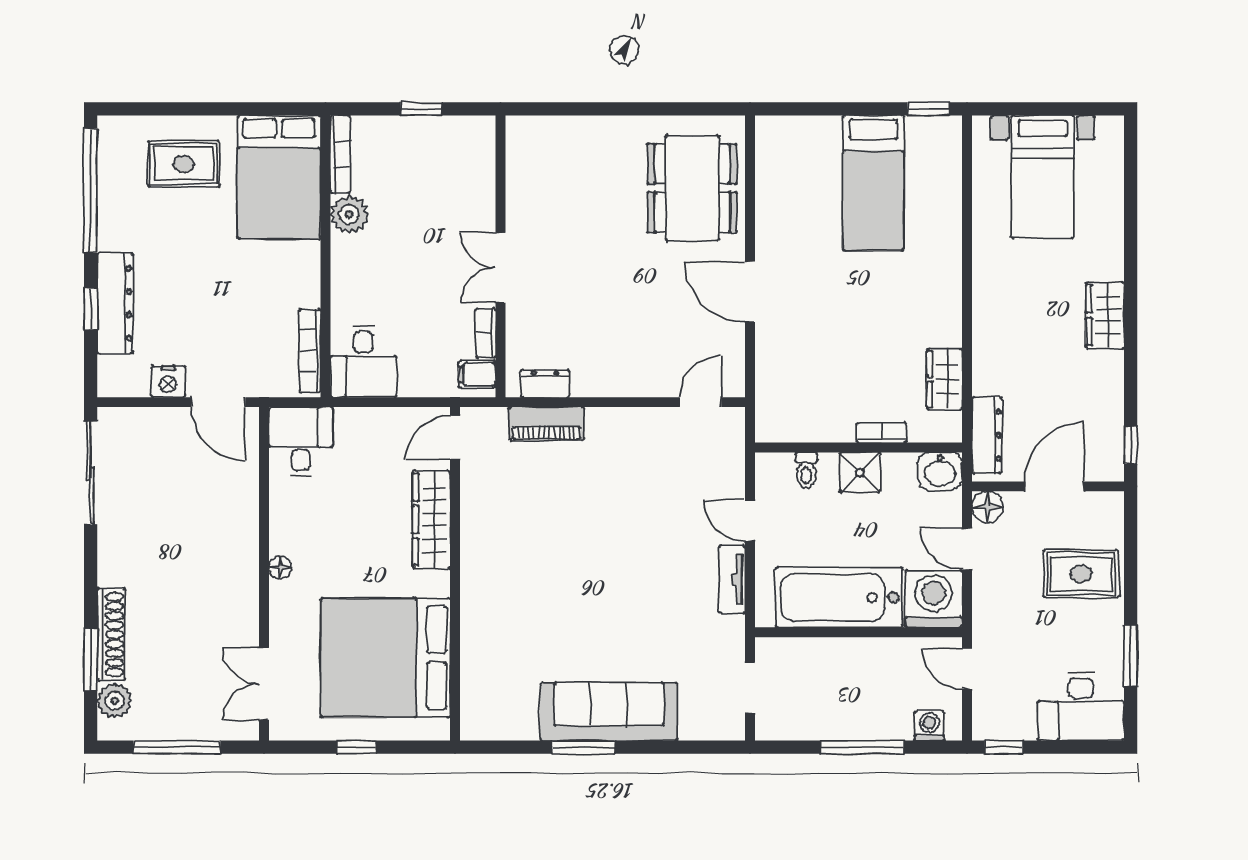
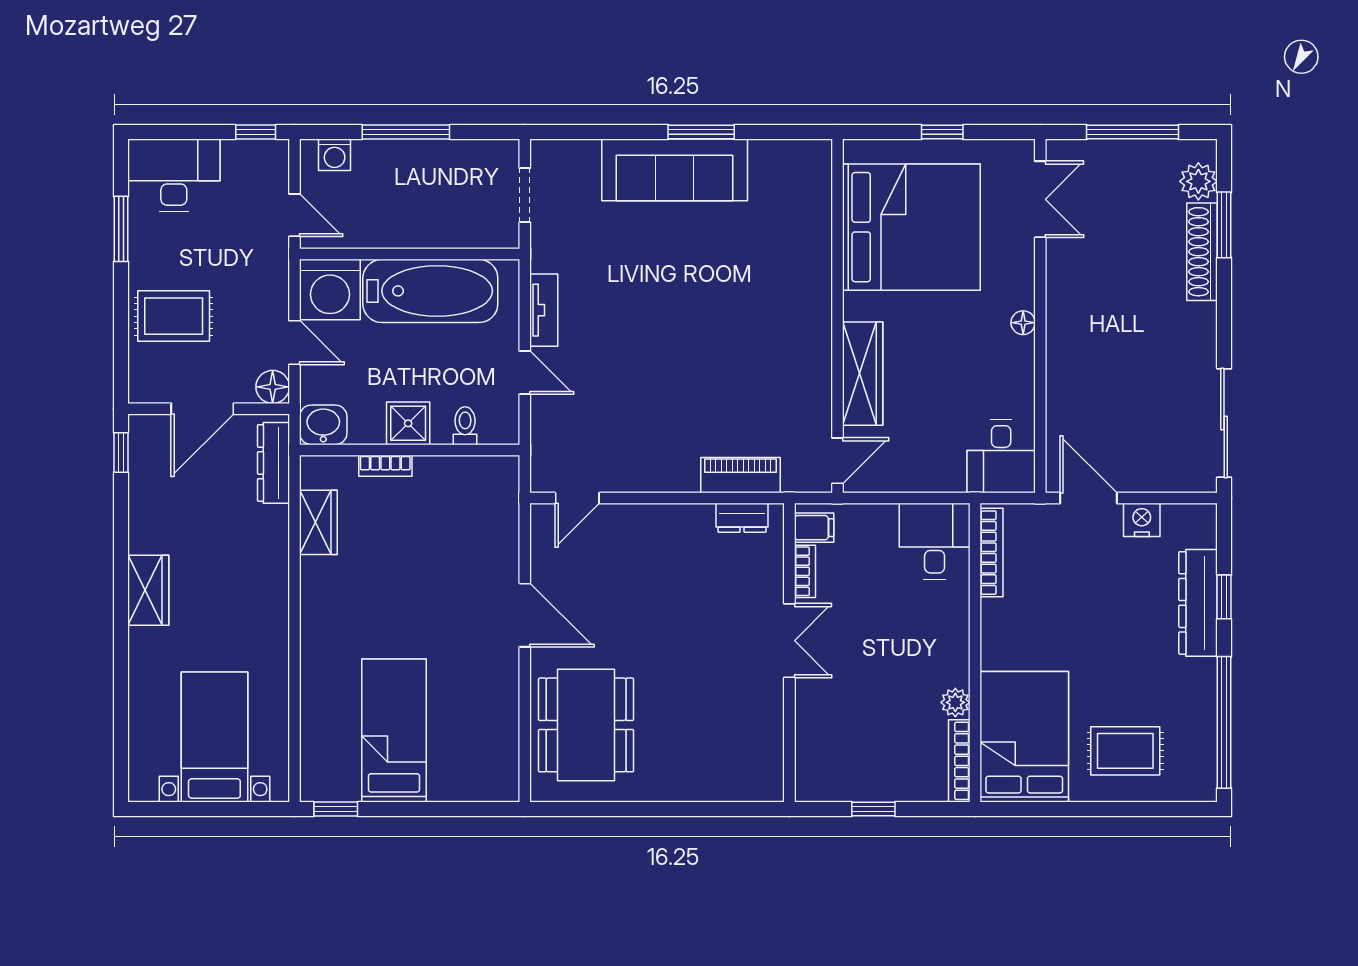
plant: (349, 214) -> (955, 702), width x0.73, depth x0.73

